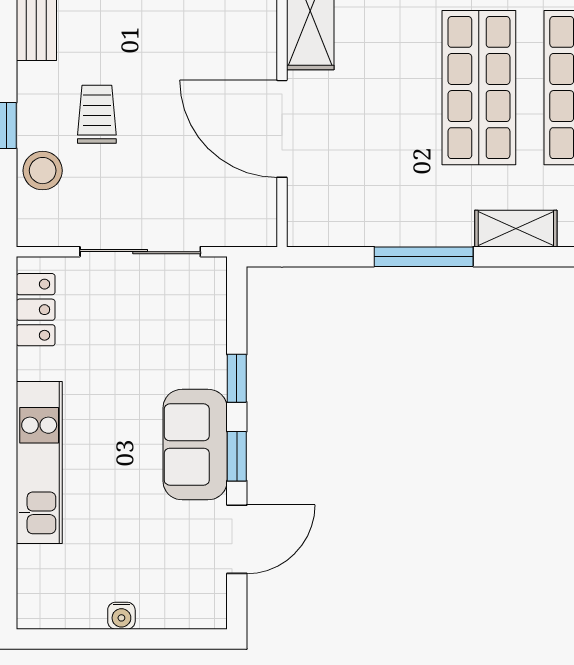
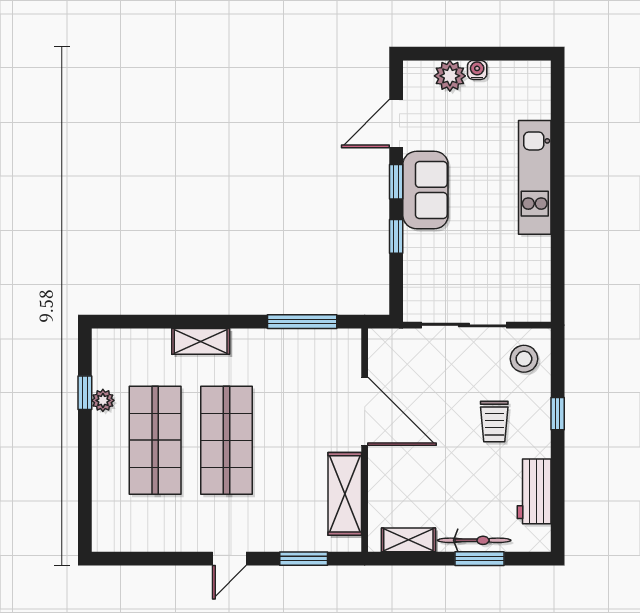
stool: (43, 171) -> (524, 359), moved
window: (424, 257) -> (302, 322), moved
locker: (36, 310) -> (537, 284), removed
plant: (160, 607) -> (450, 76), added

